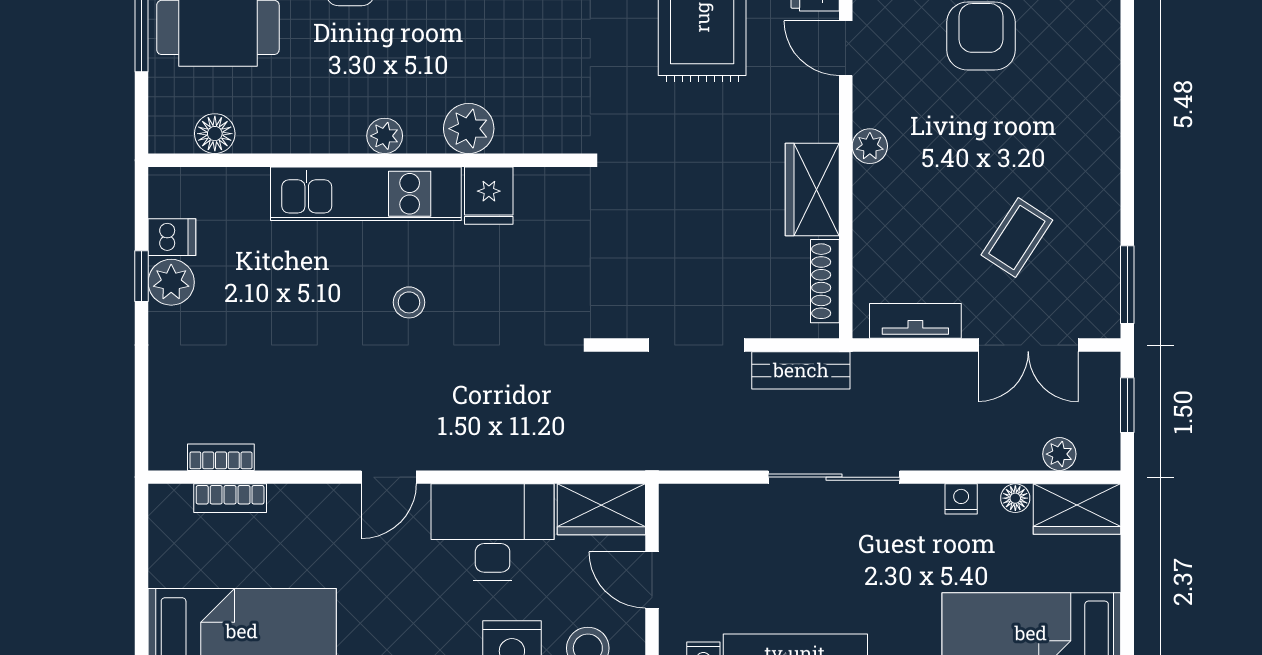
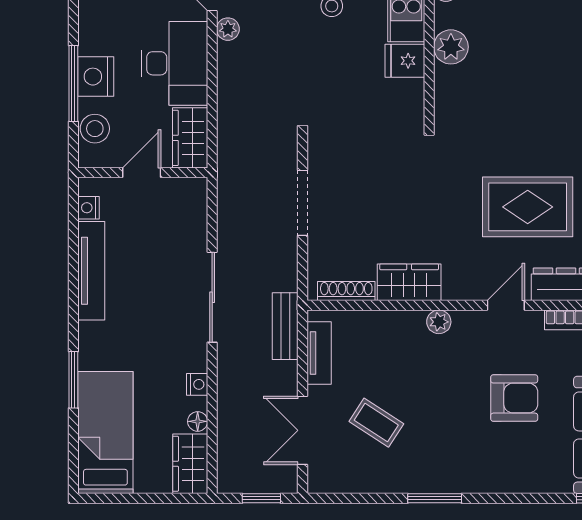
window: (1127, 285) -> (435, 498), moved
bench: (801, 370) -> (285, 326), moved
plant: (1059, 454) -> (228, 29), moved

